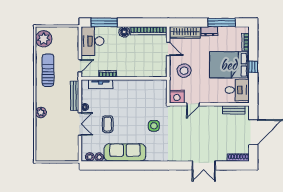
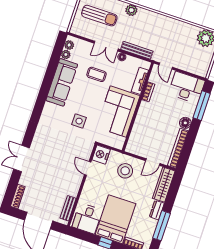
sun lounger: (48, 70) -> (99, 16), moved
corner sofa: (134, 94) -> (118, 111), added

